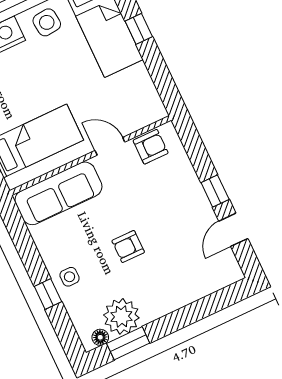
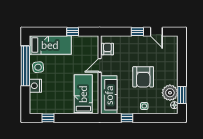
window: (139, 29) -> (73, 32), moved
armchair: (128, 246) -> (143, 77), width x1.88, depth x1.88
window: (48, 294) -> (127, 118), moved

